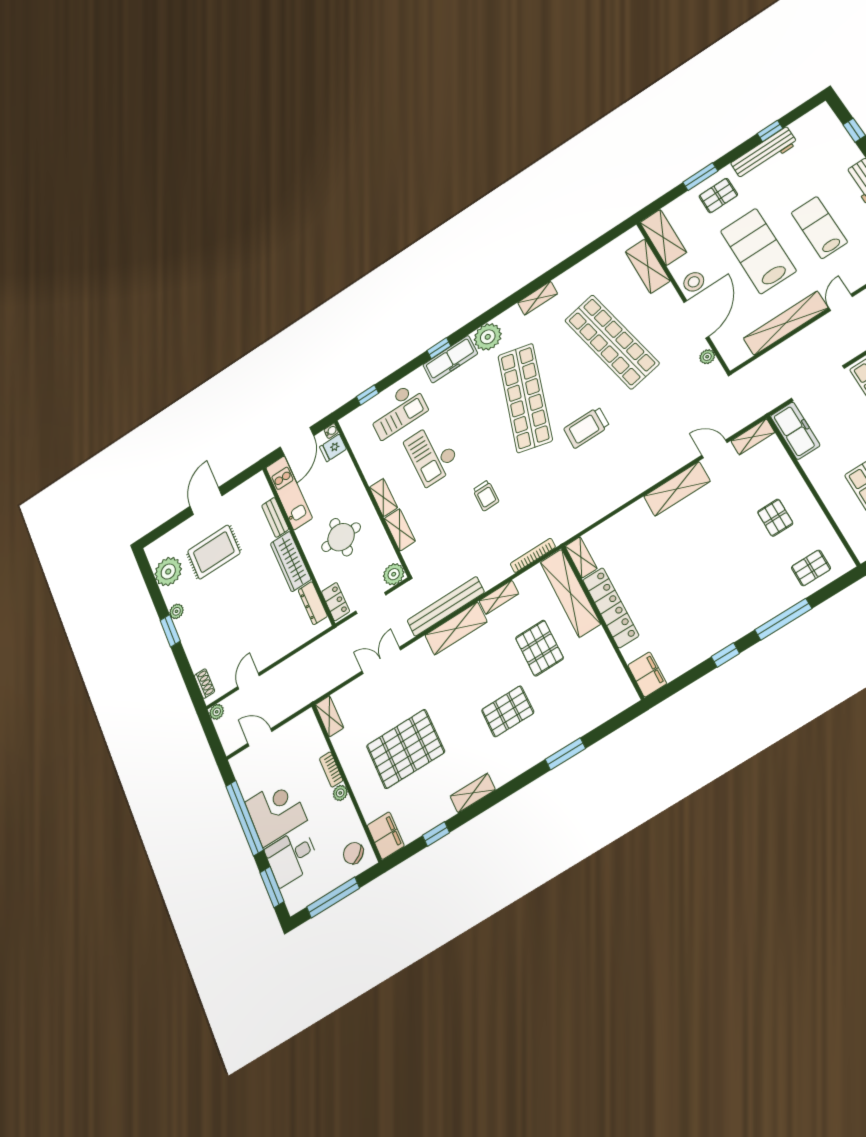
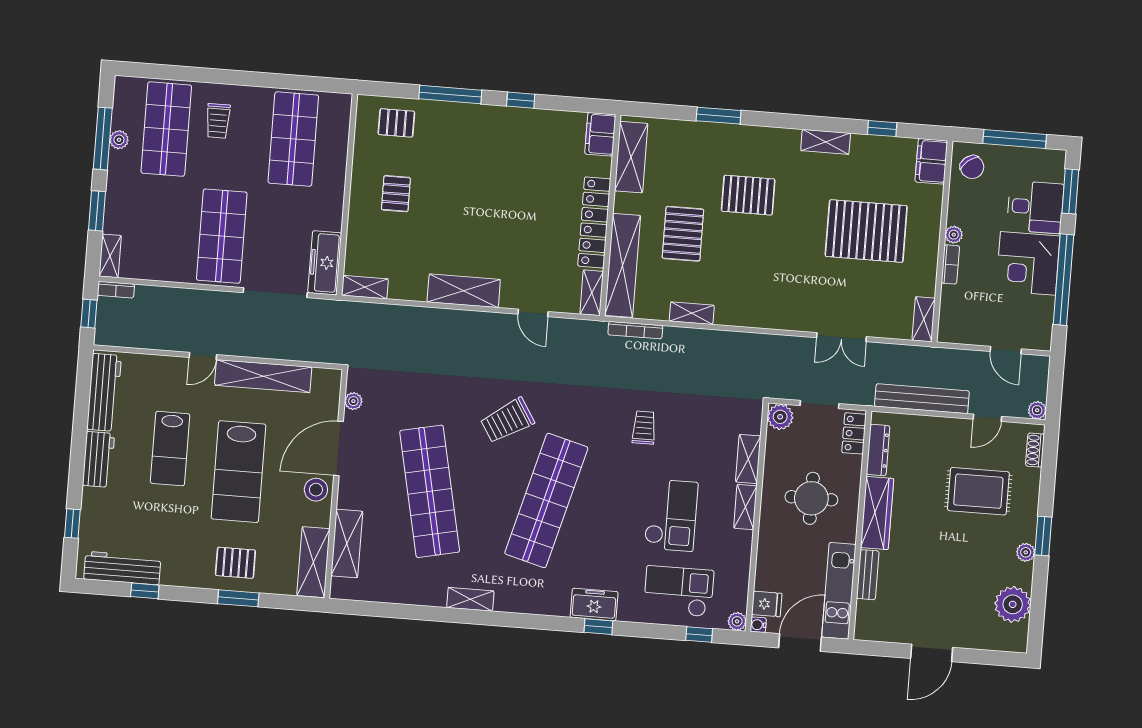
workbench: (764, 153) -> (122, 568), moved
plant: (488, 337) -> (737, 621), moved, width x0.53, depth x0.53
freezer: (450, 359) -> (594, 604), width x0.71
trolley: (587, 427) -> (507, 420), turned 148
door: (715, 449) -> (533, 313), moved
rug: (214, 552) -> (978, 491), moved
bench: (446, 606) -> (922, 399), moved
shelving: (456, 628) -> (631, 157), moved, turned 90

